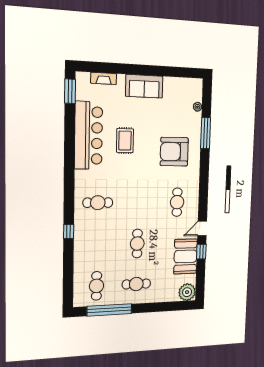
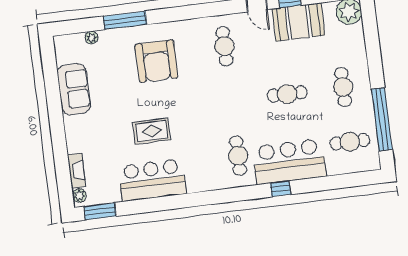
plant: (84, 77) -> (79, 195), added
sofa: (144, 86) -> (74, 89), moved
bar counter: (89, 135) -> (152, 180), width x0.73
cafe table: (177, 202) -> (224, 46), turned 90
bar counter: (88, 240) -> (289, 161), added

